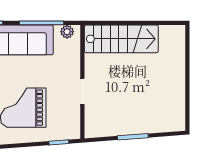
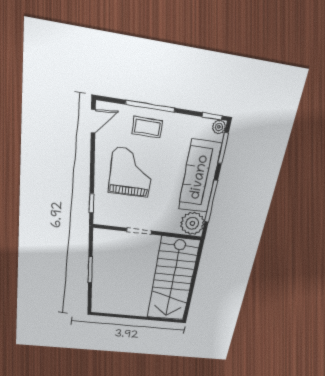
plant: (67, 32) -> (192, 223), width x1.88, depth x1.88
stairs: (121, 39) -> (173, 280), width x1.36, depth x1.51

